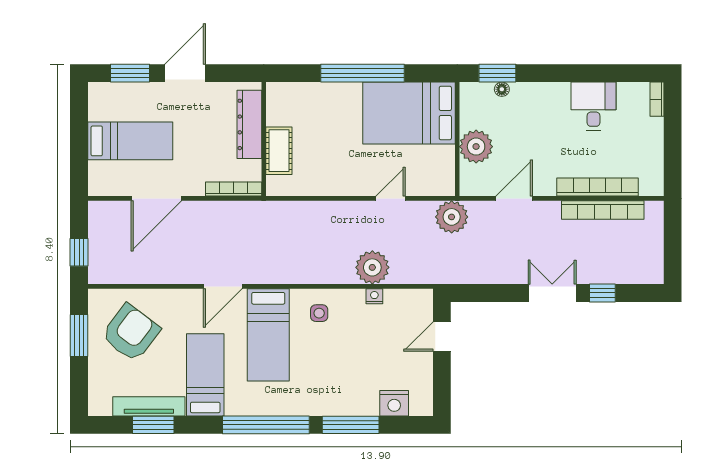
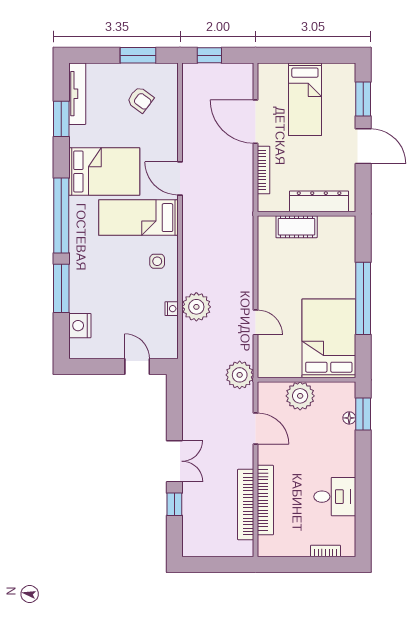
bookcase: (657, 99) -> (325, 551), moved
bookcase: (234, 189) -> (264, 170), moved
armchair: (131, 333) -> (140, 100), width x0.53, depth x0.53
bed: (205, 375) -> (104, 171), width x1.50
tv unit: (149, 406) -> (77, 94), moved

